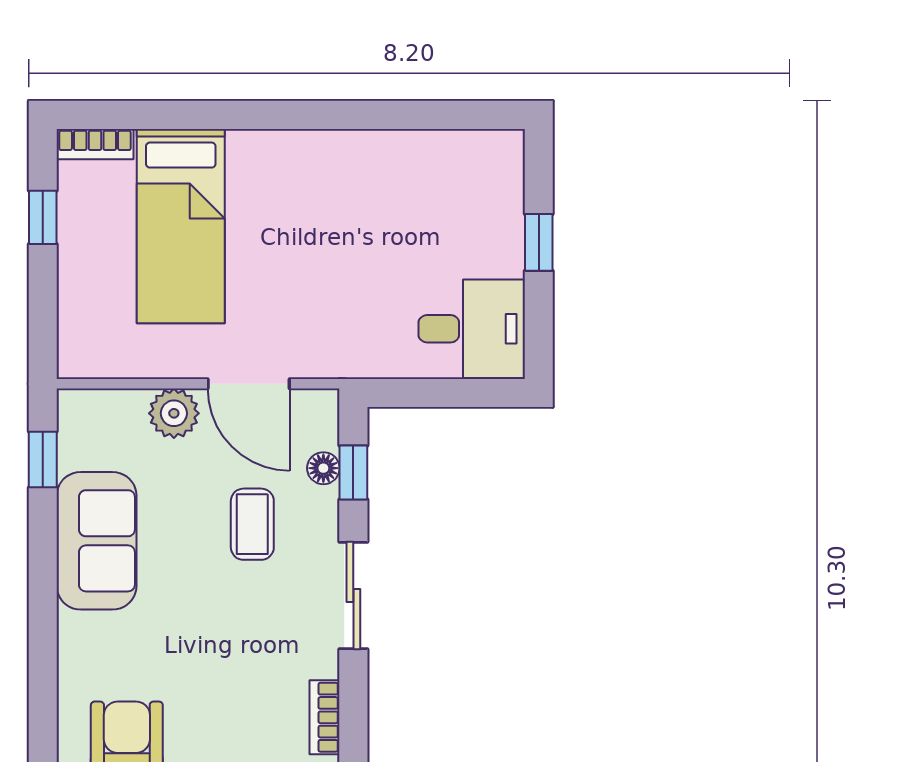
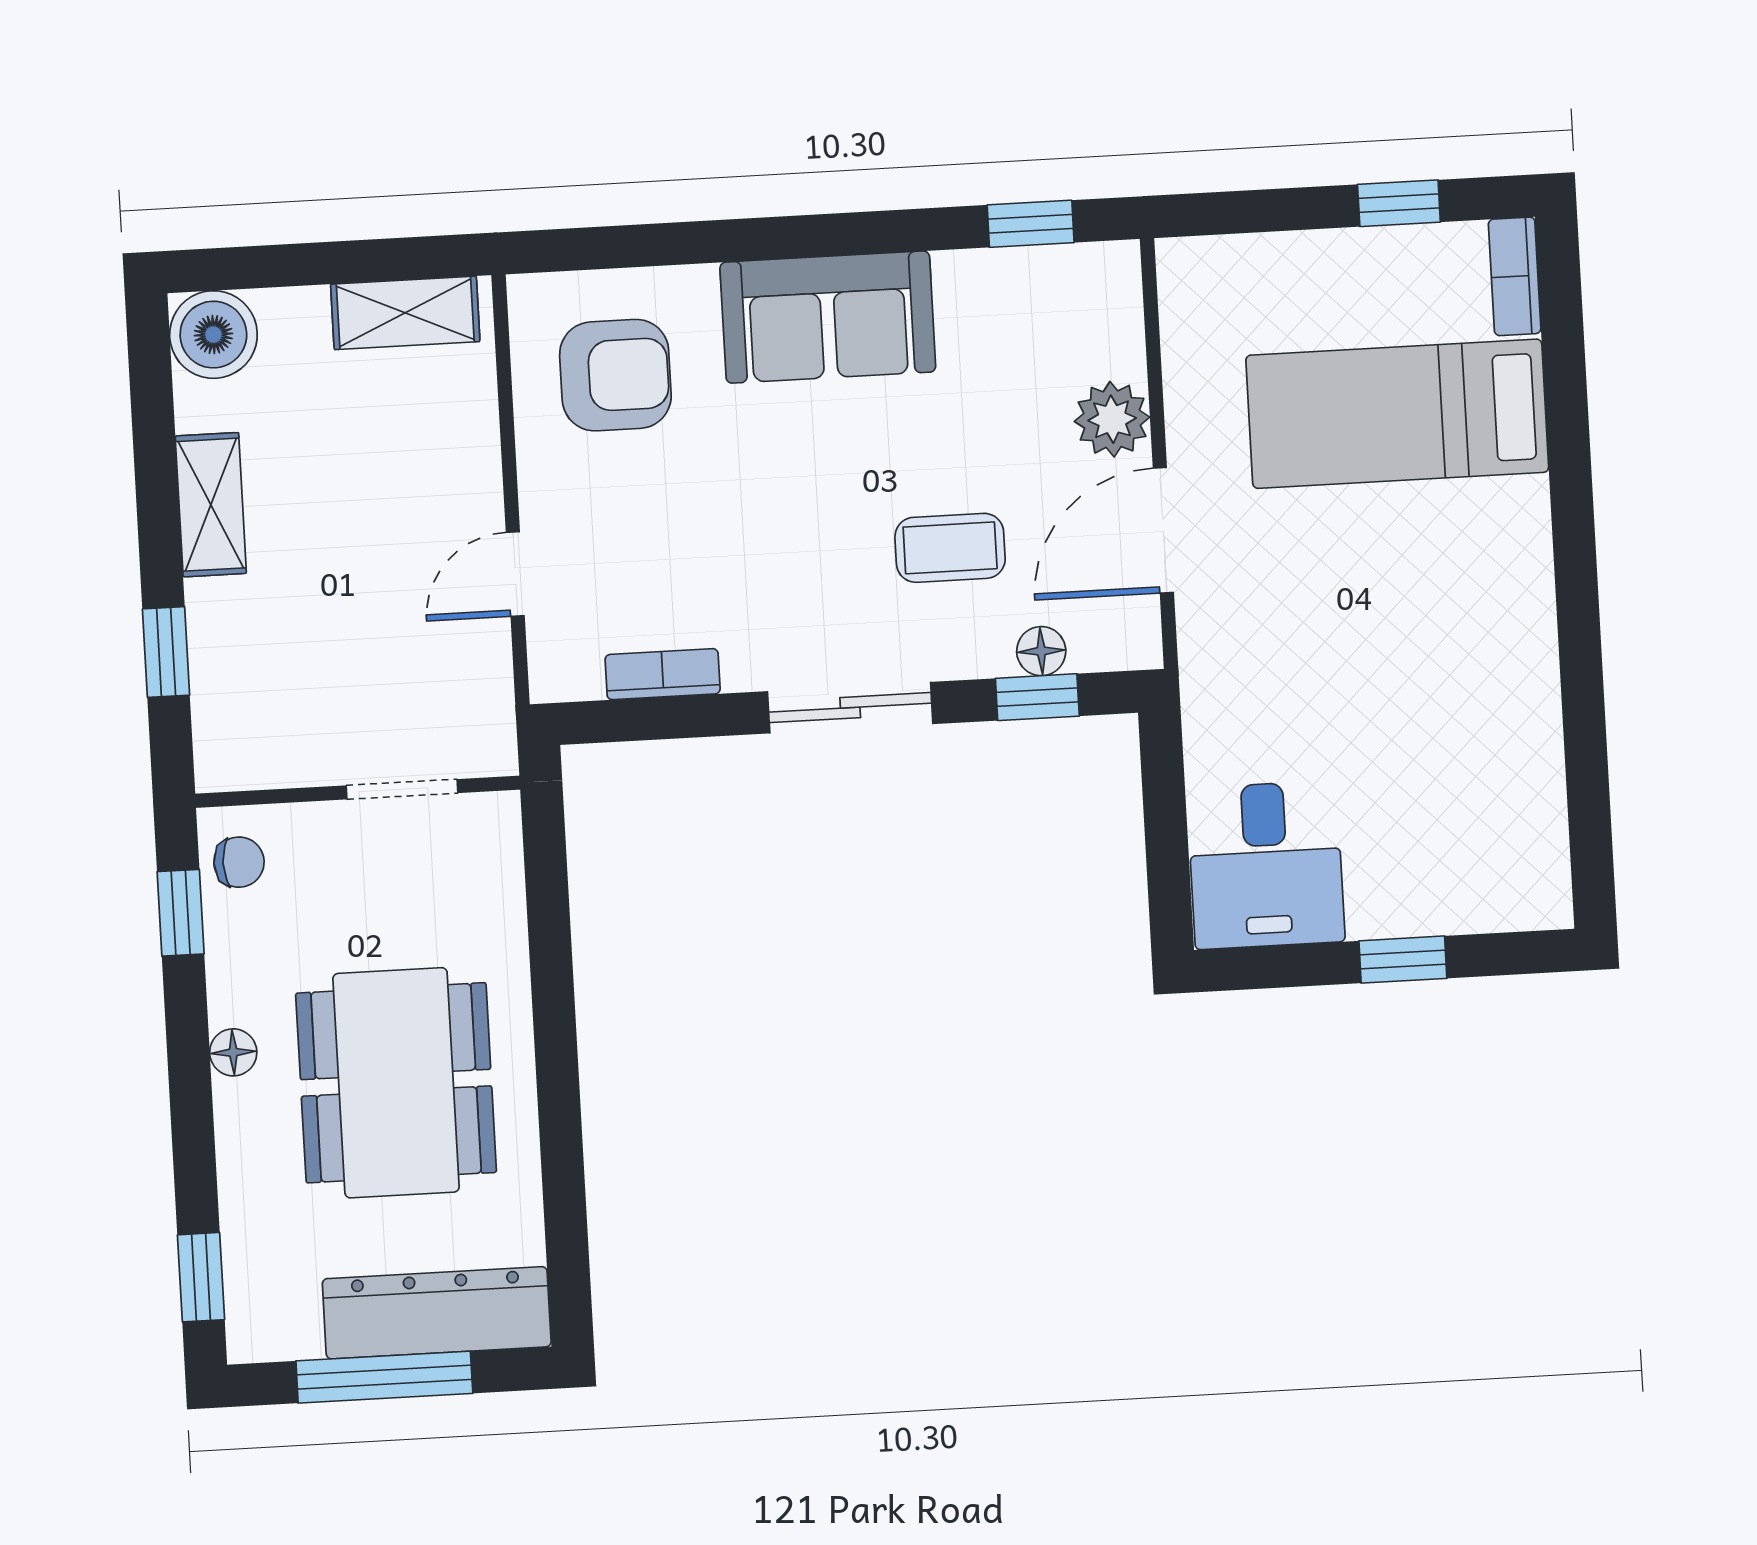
sofa: (97, 541) -> (828, 317), moved

